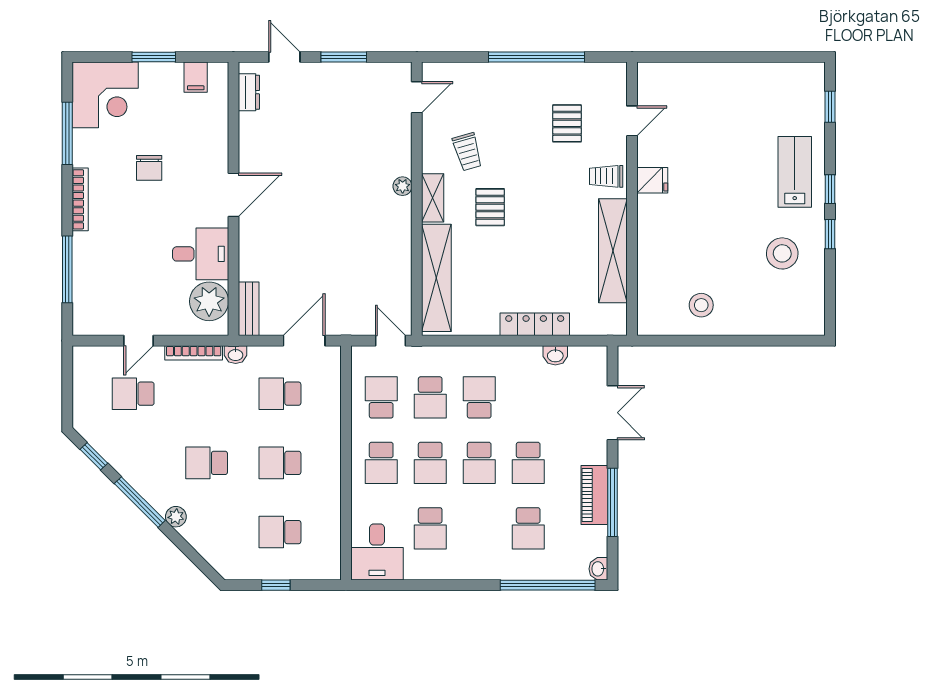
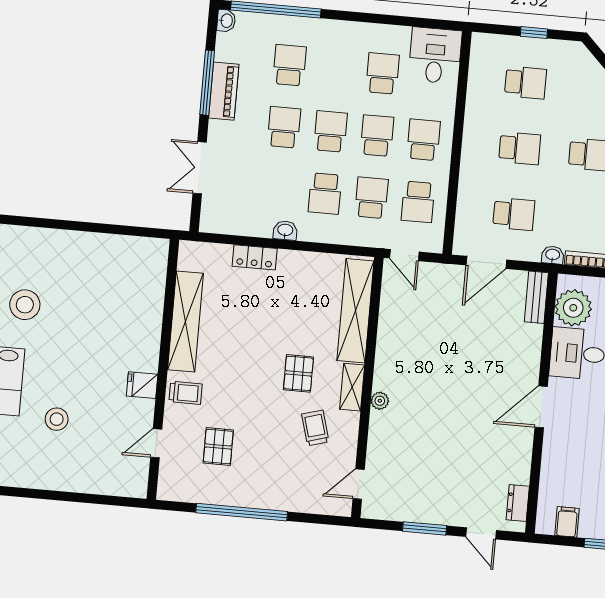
stool: (701, 305) -> (57, 419), moved
locker: (535, 324) -> (255, 257), width x0.66
washbasin: (555, 355) -> (285, 230), moved

